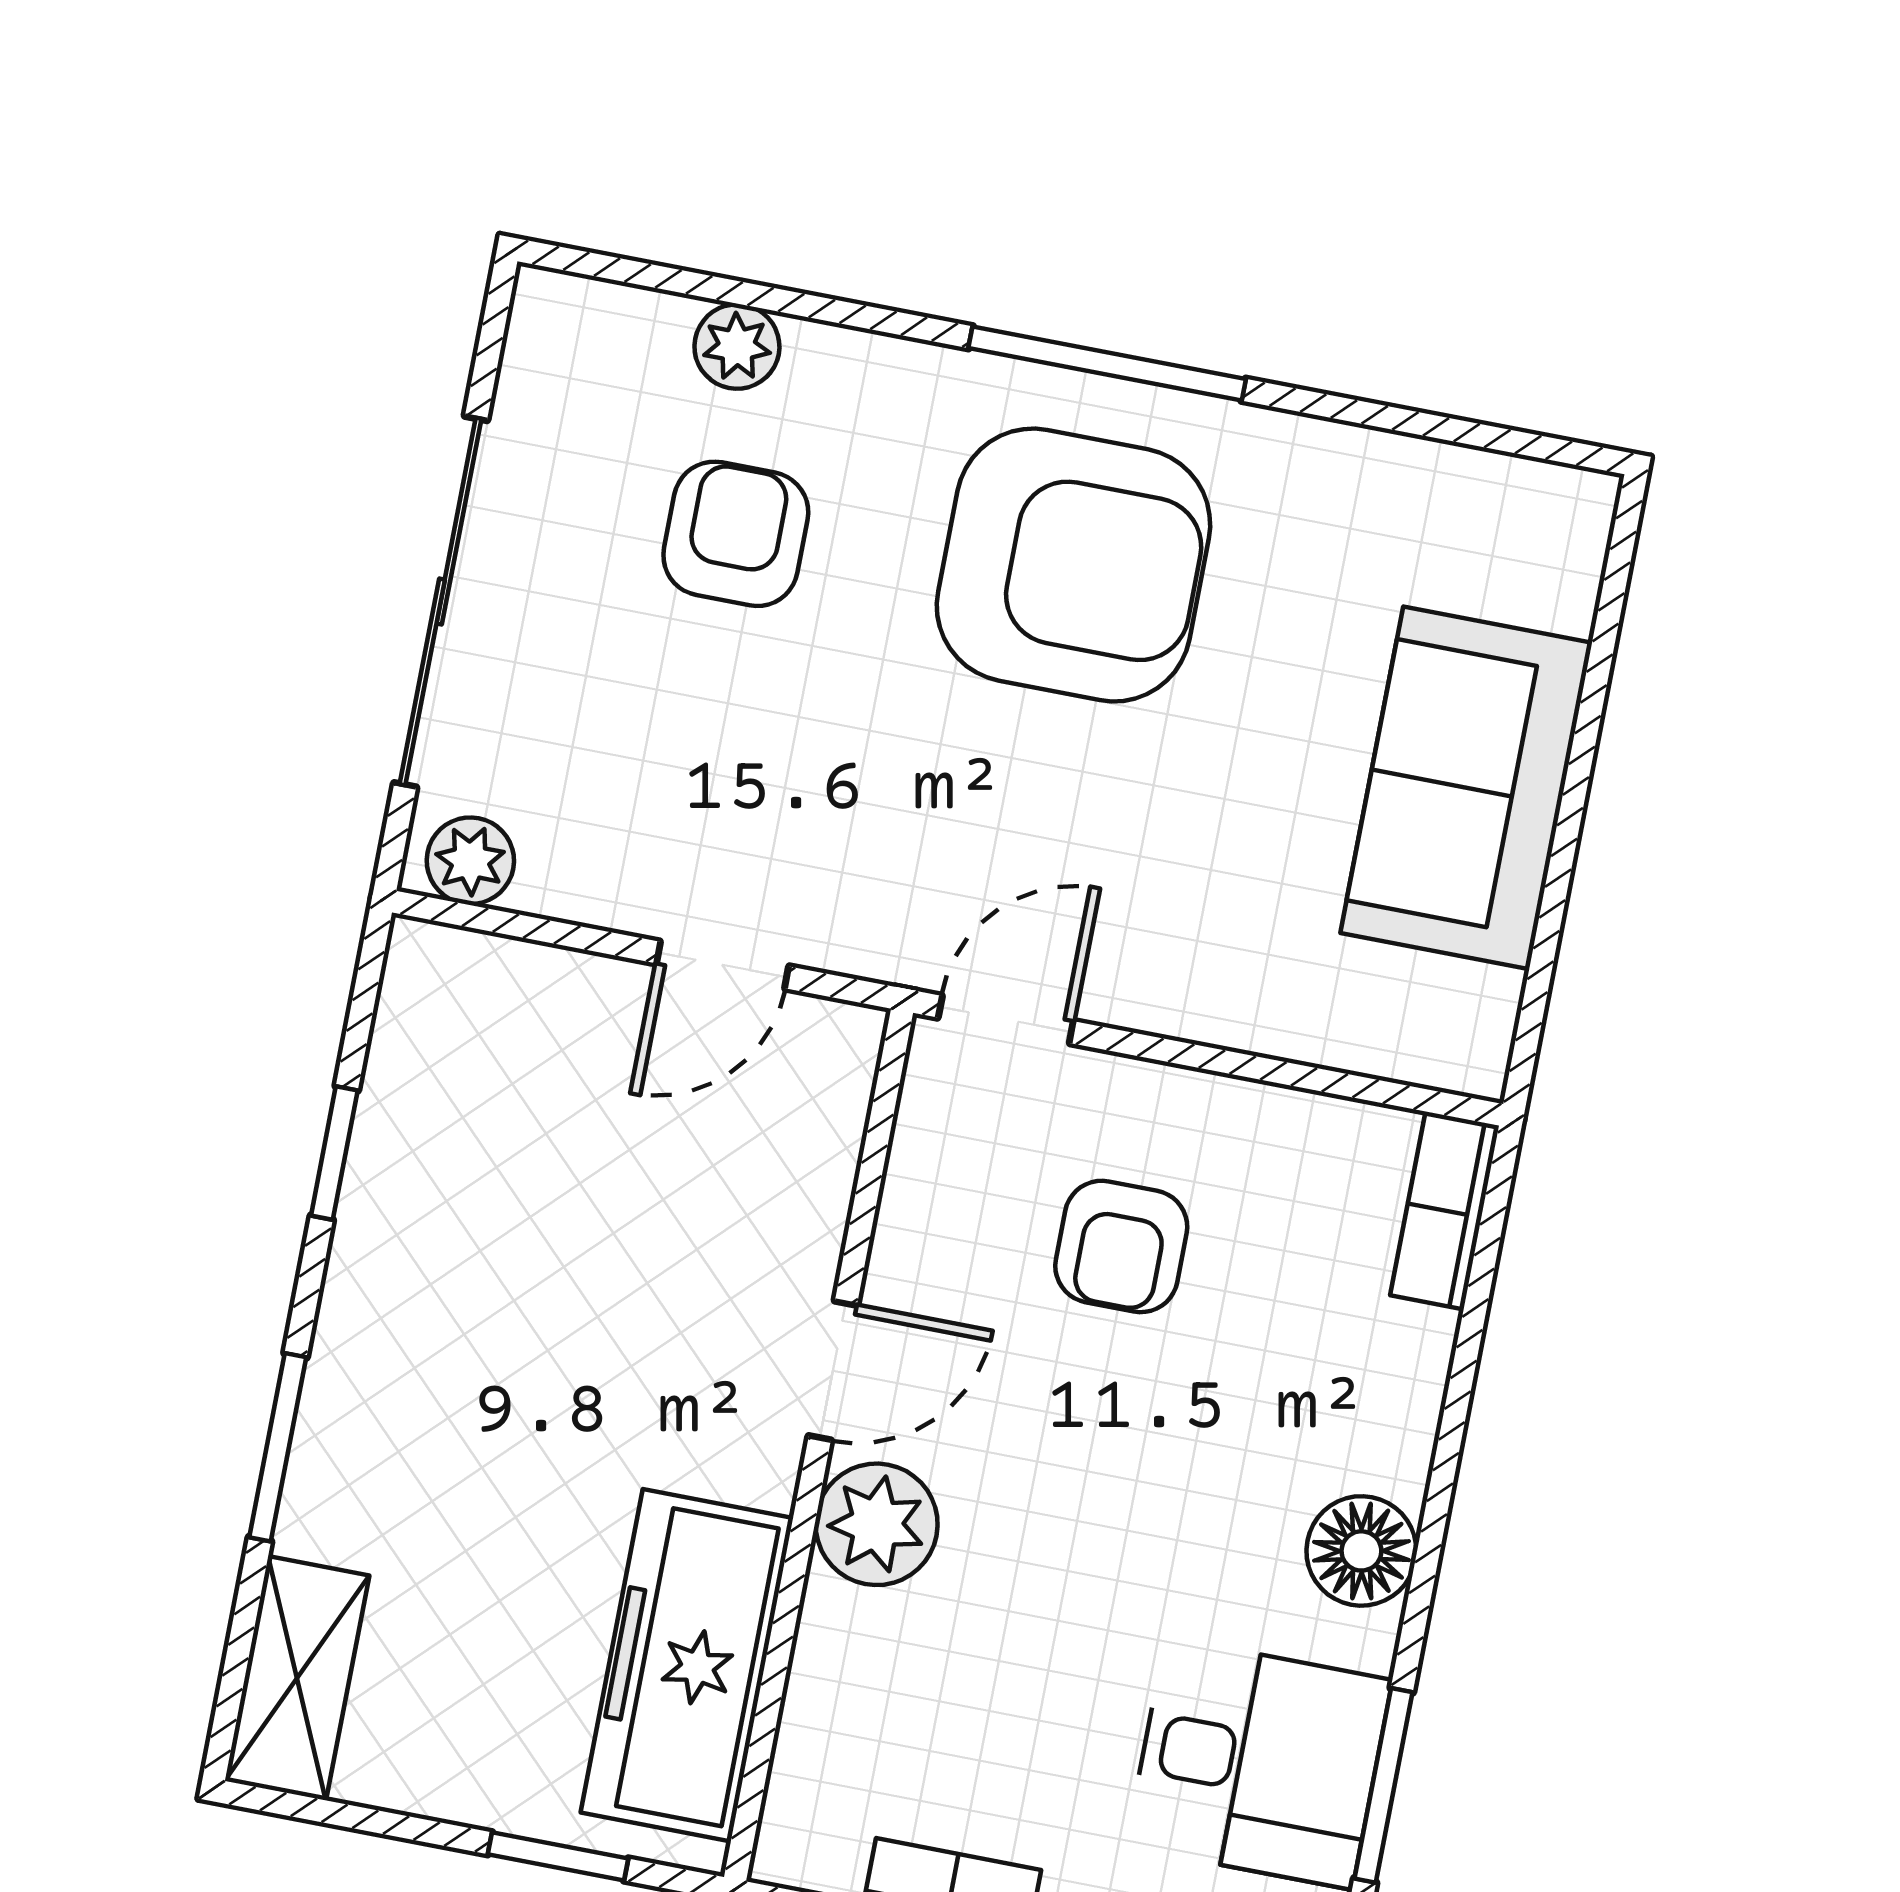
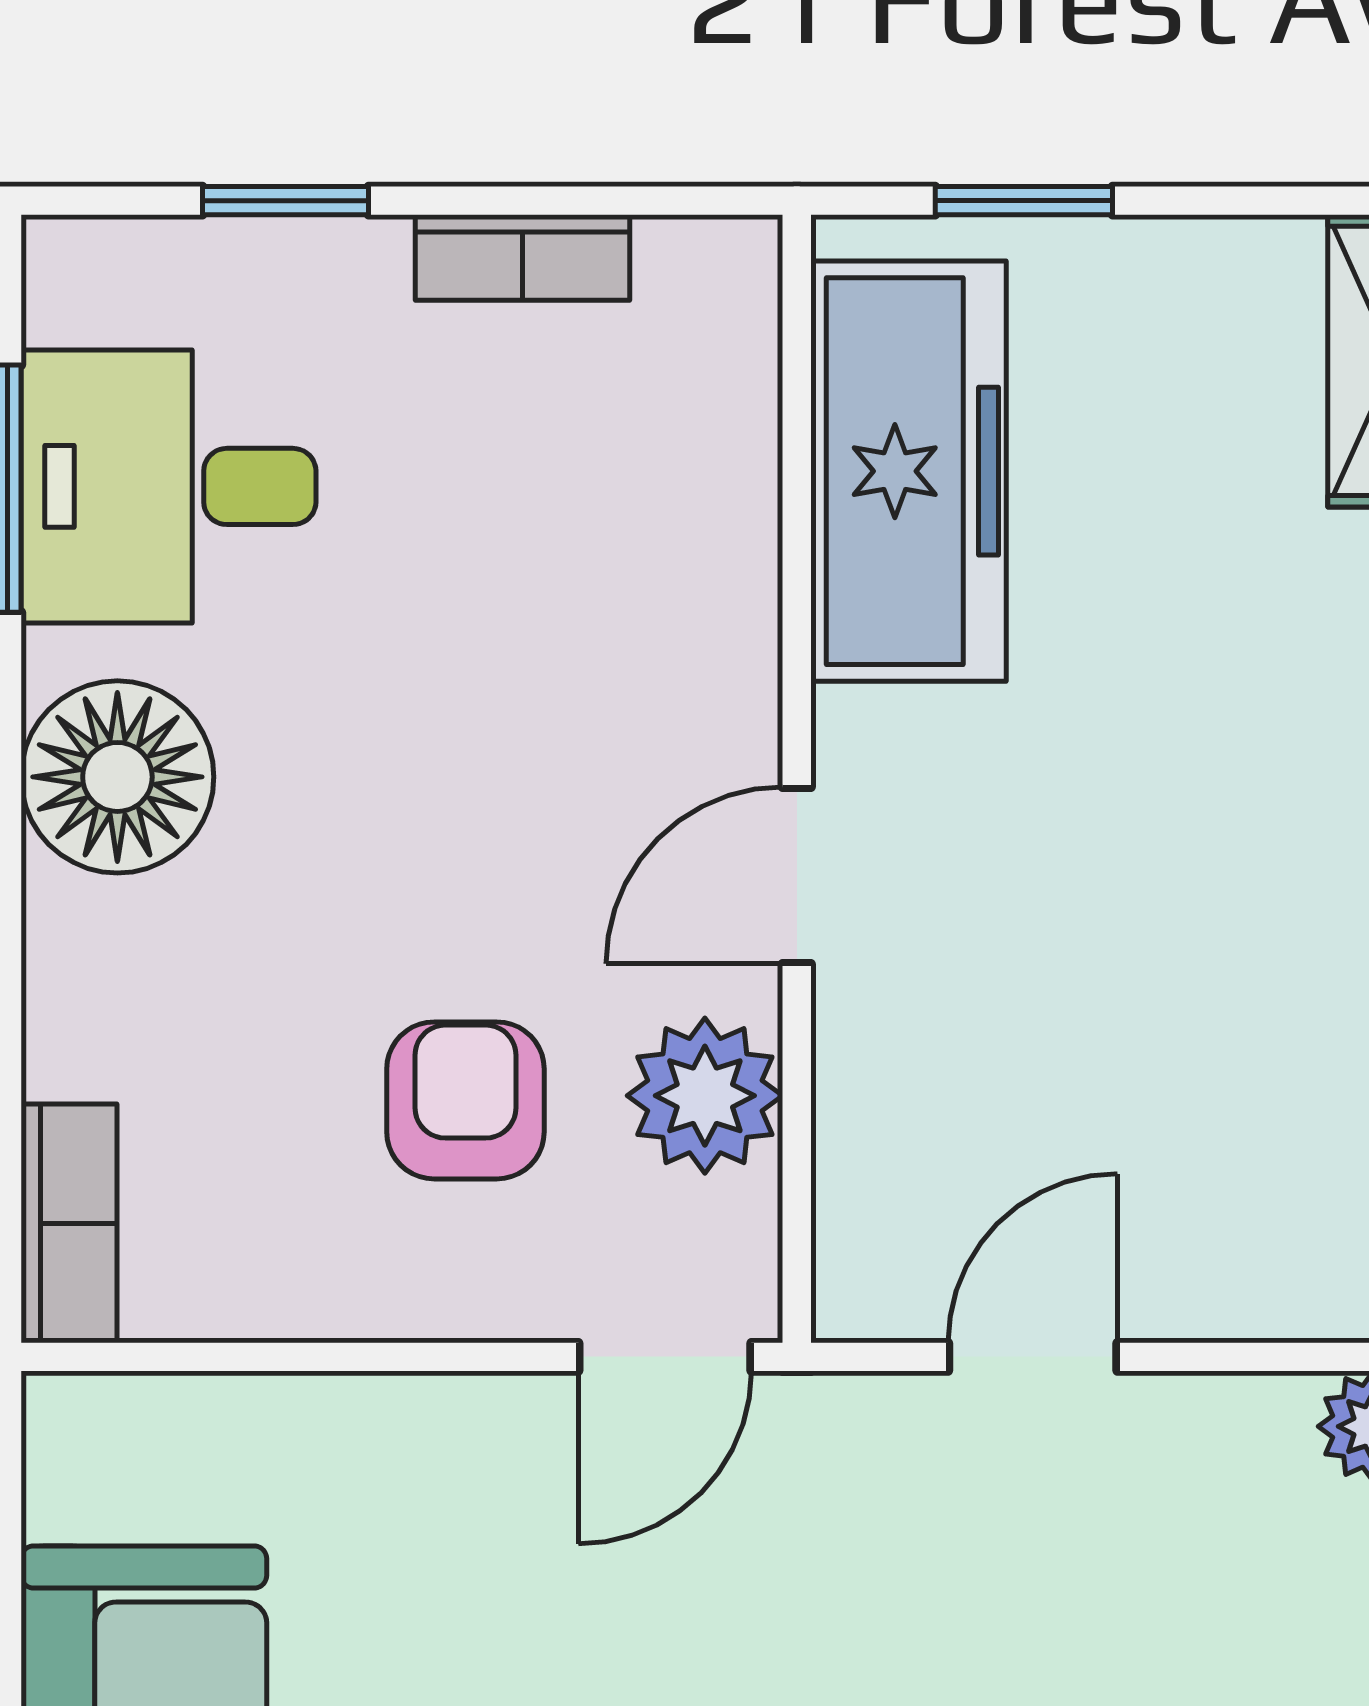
plant: (877, 1524) -> (705, 1096), moved
floor lamp: (1361, 1551) -> (117, 777), width x1.38, depth x1.38

